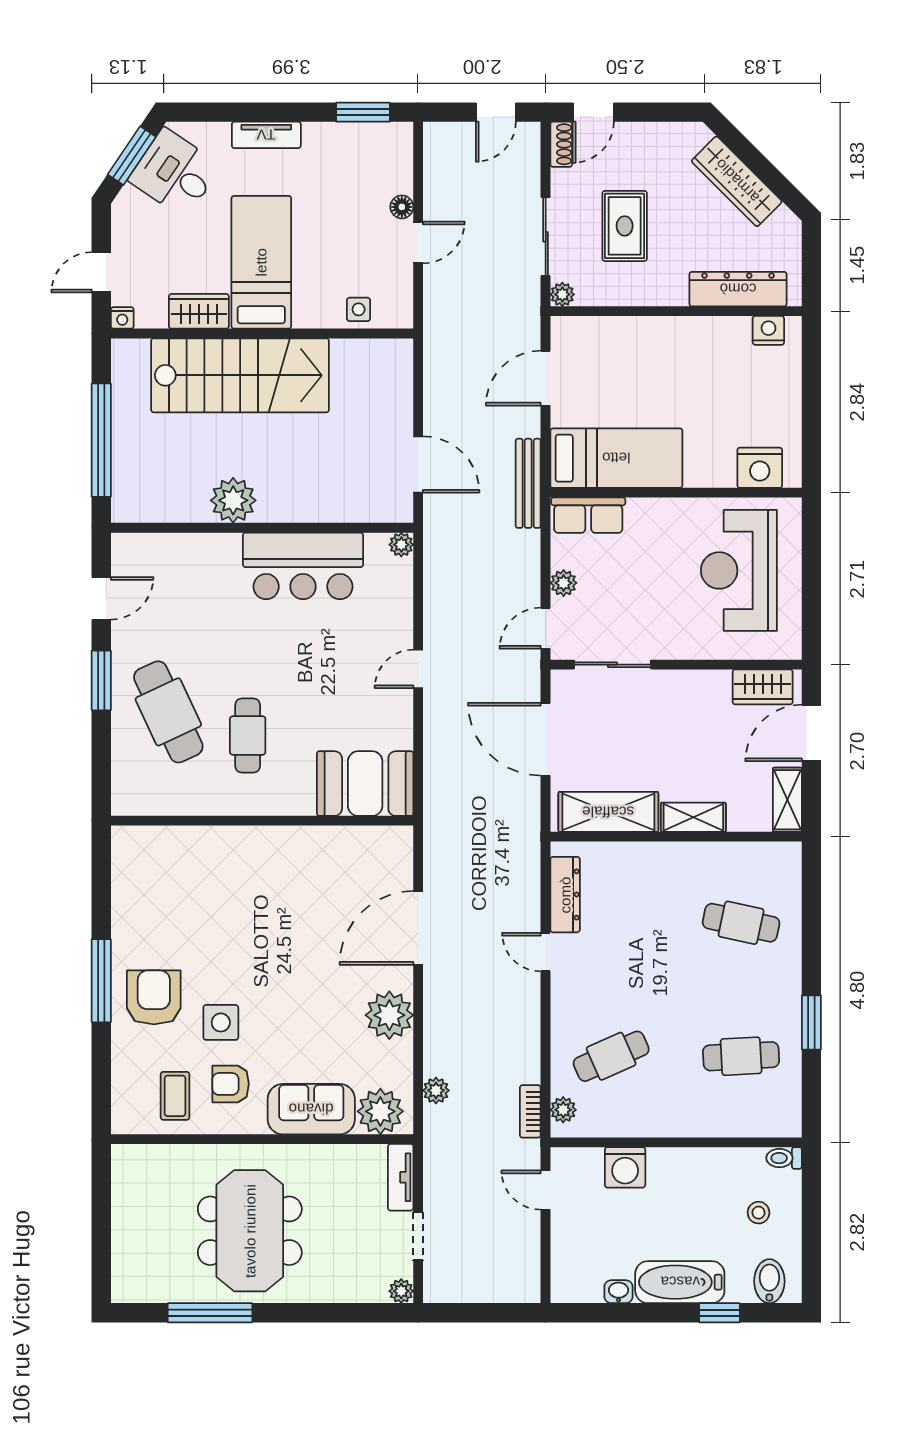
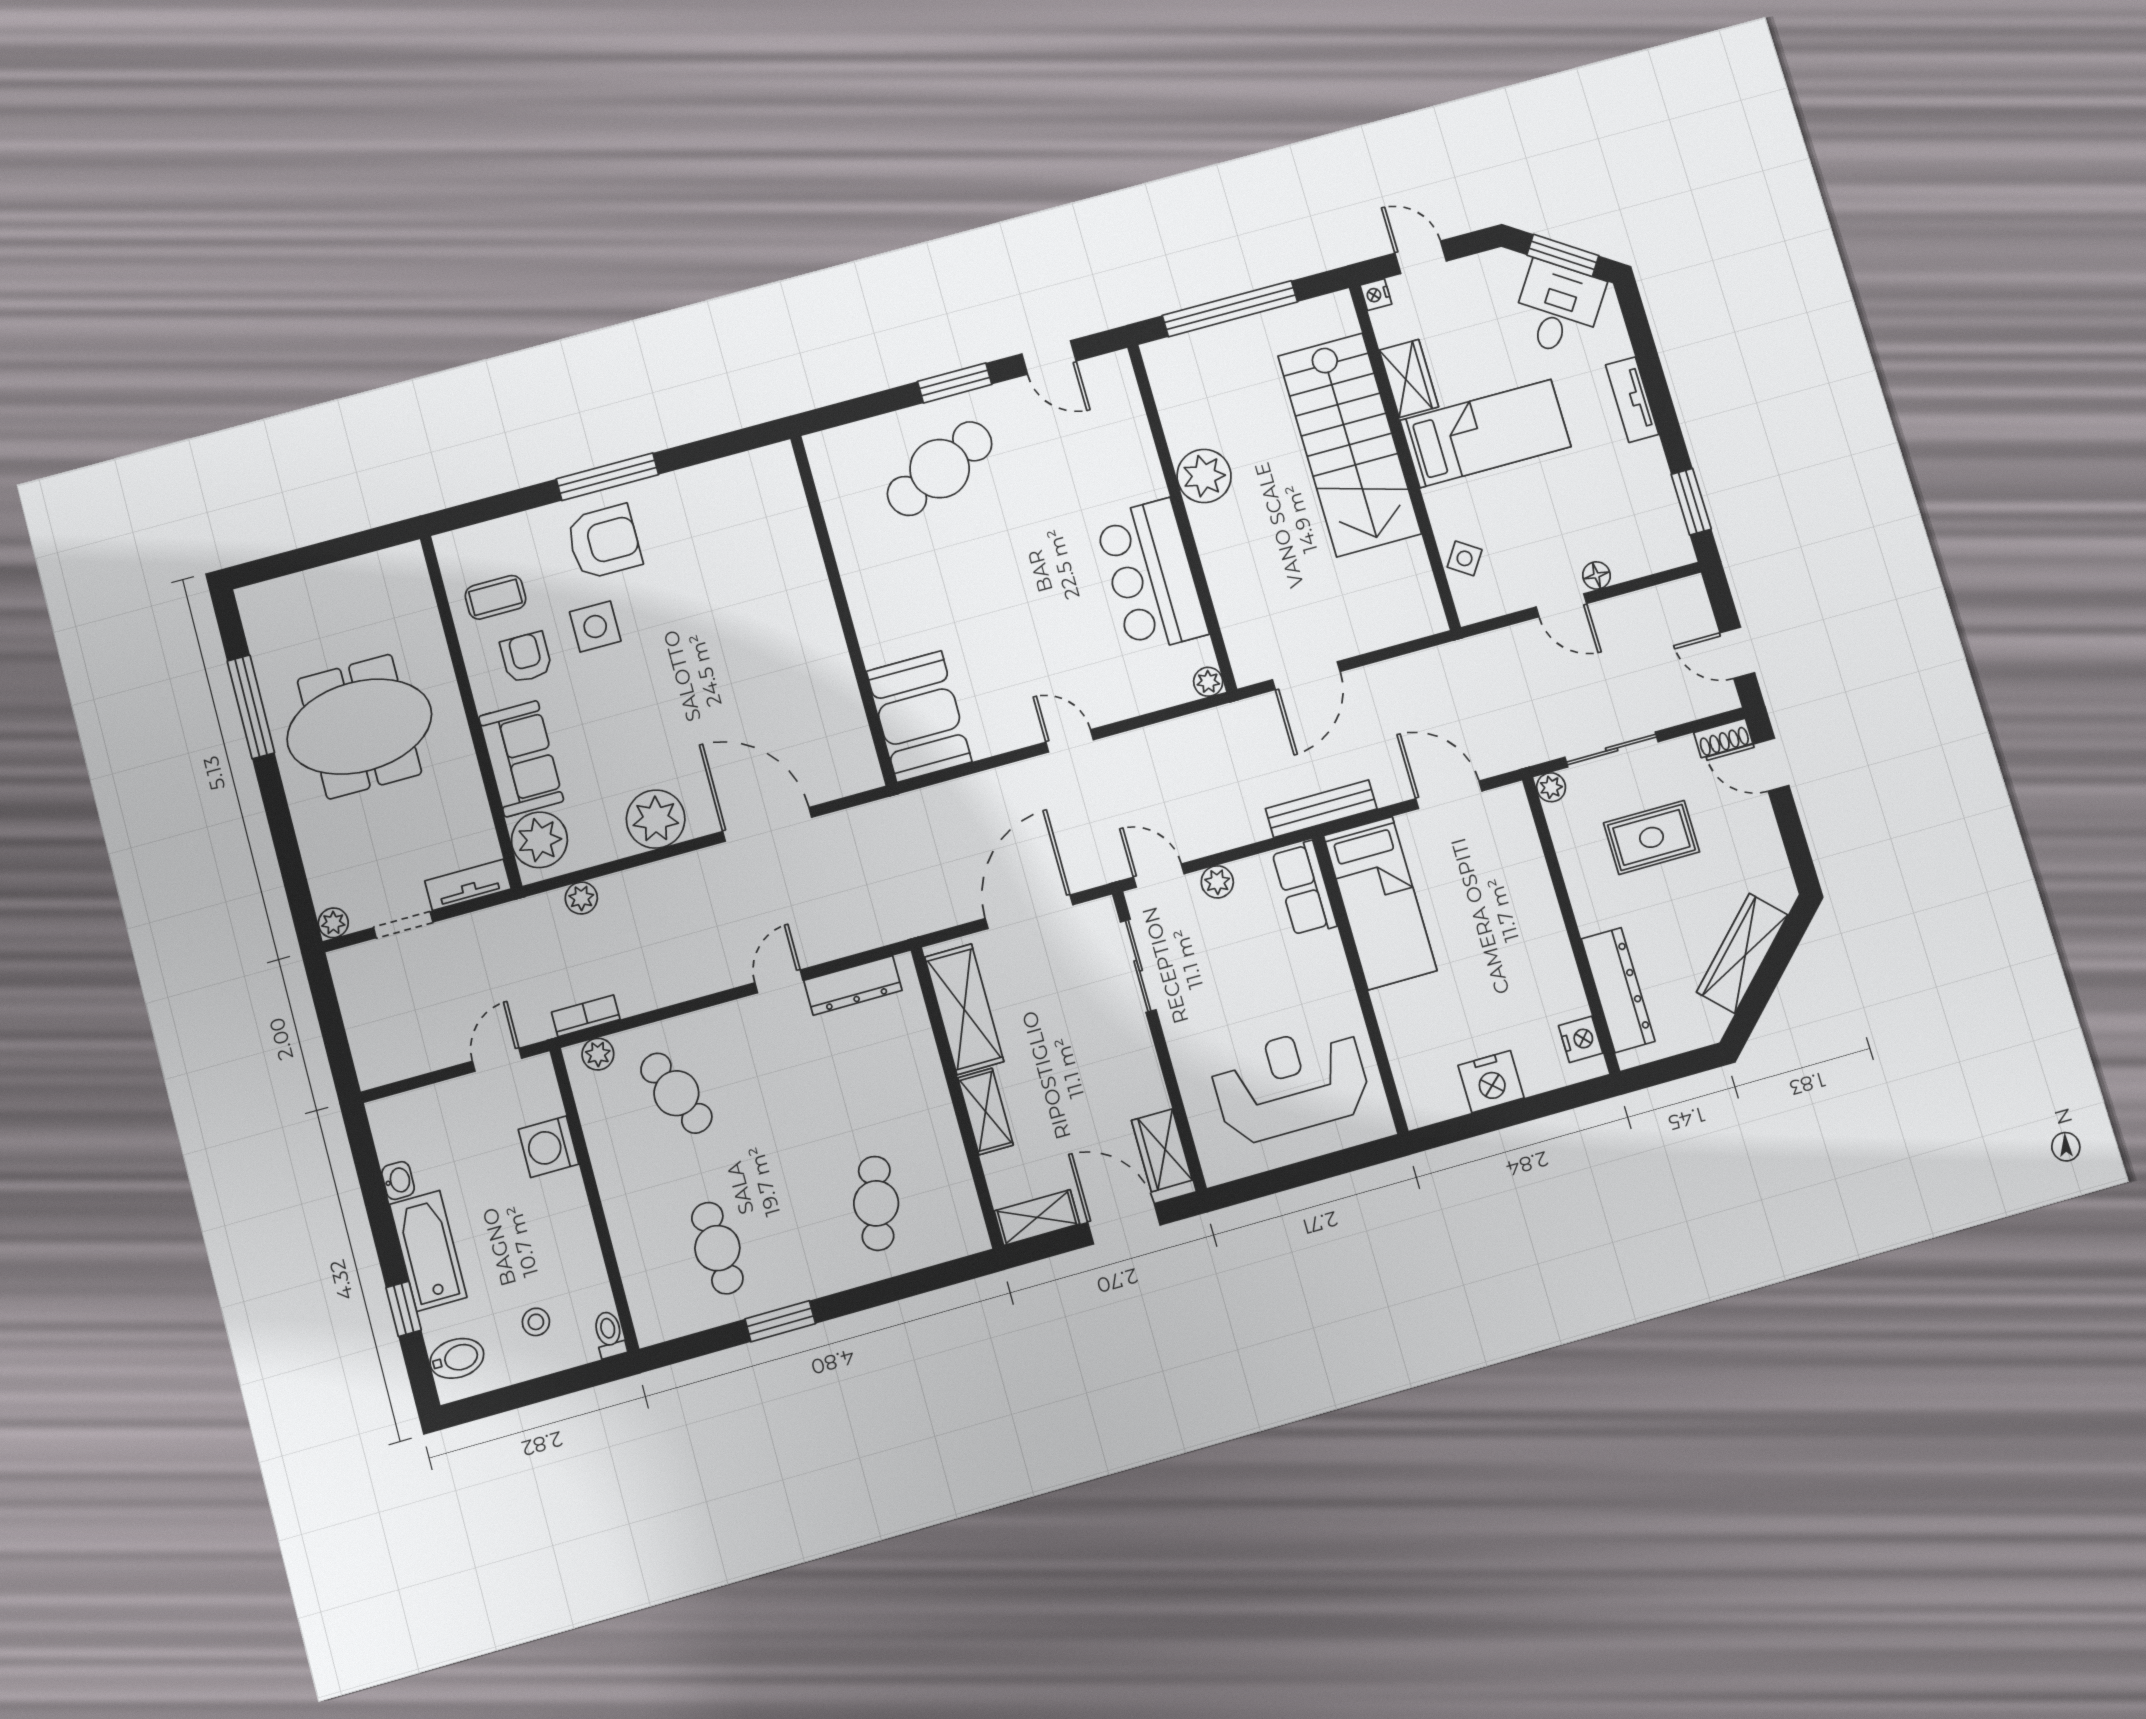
side table: (359, 309) -> (1465, 558), turned 34
nightstand: (760, 468) -> (1491, 1082), moved, turned -90
cafe table: (248, 736) -> (937, 566), removed

